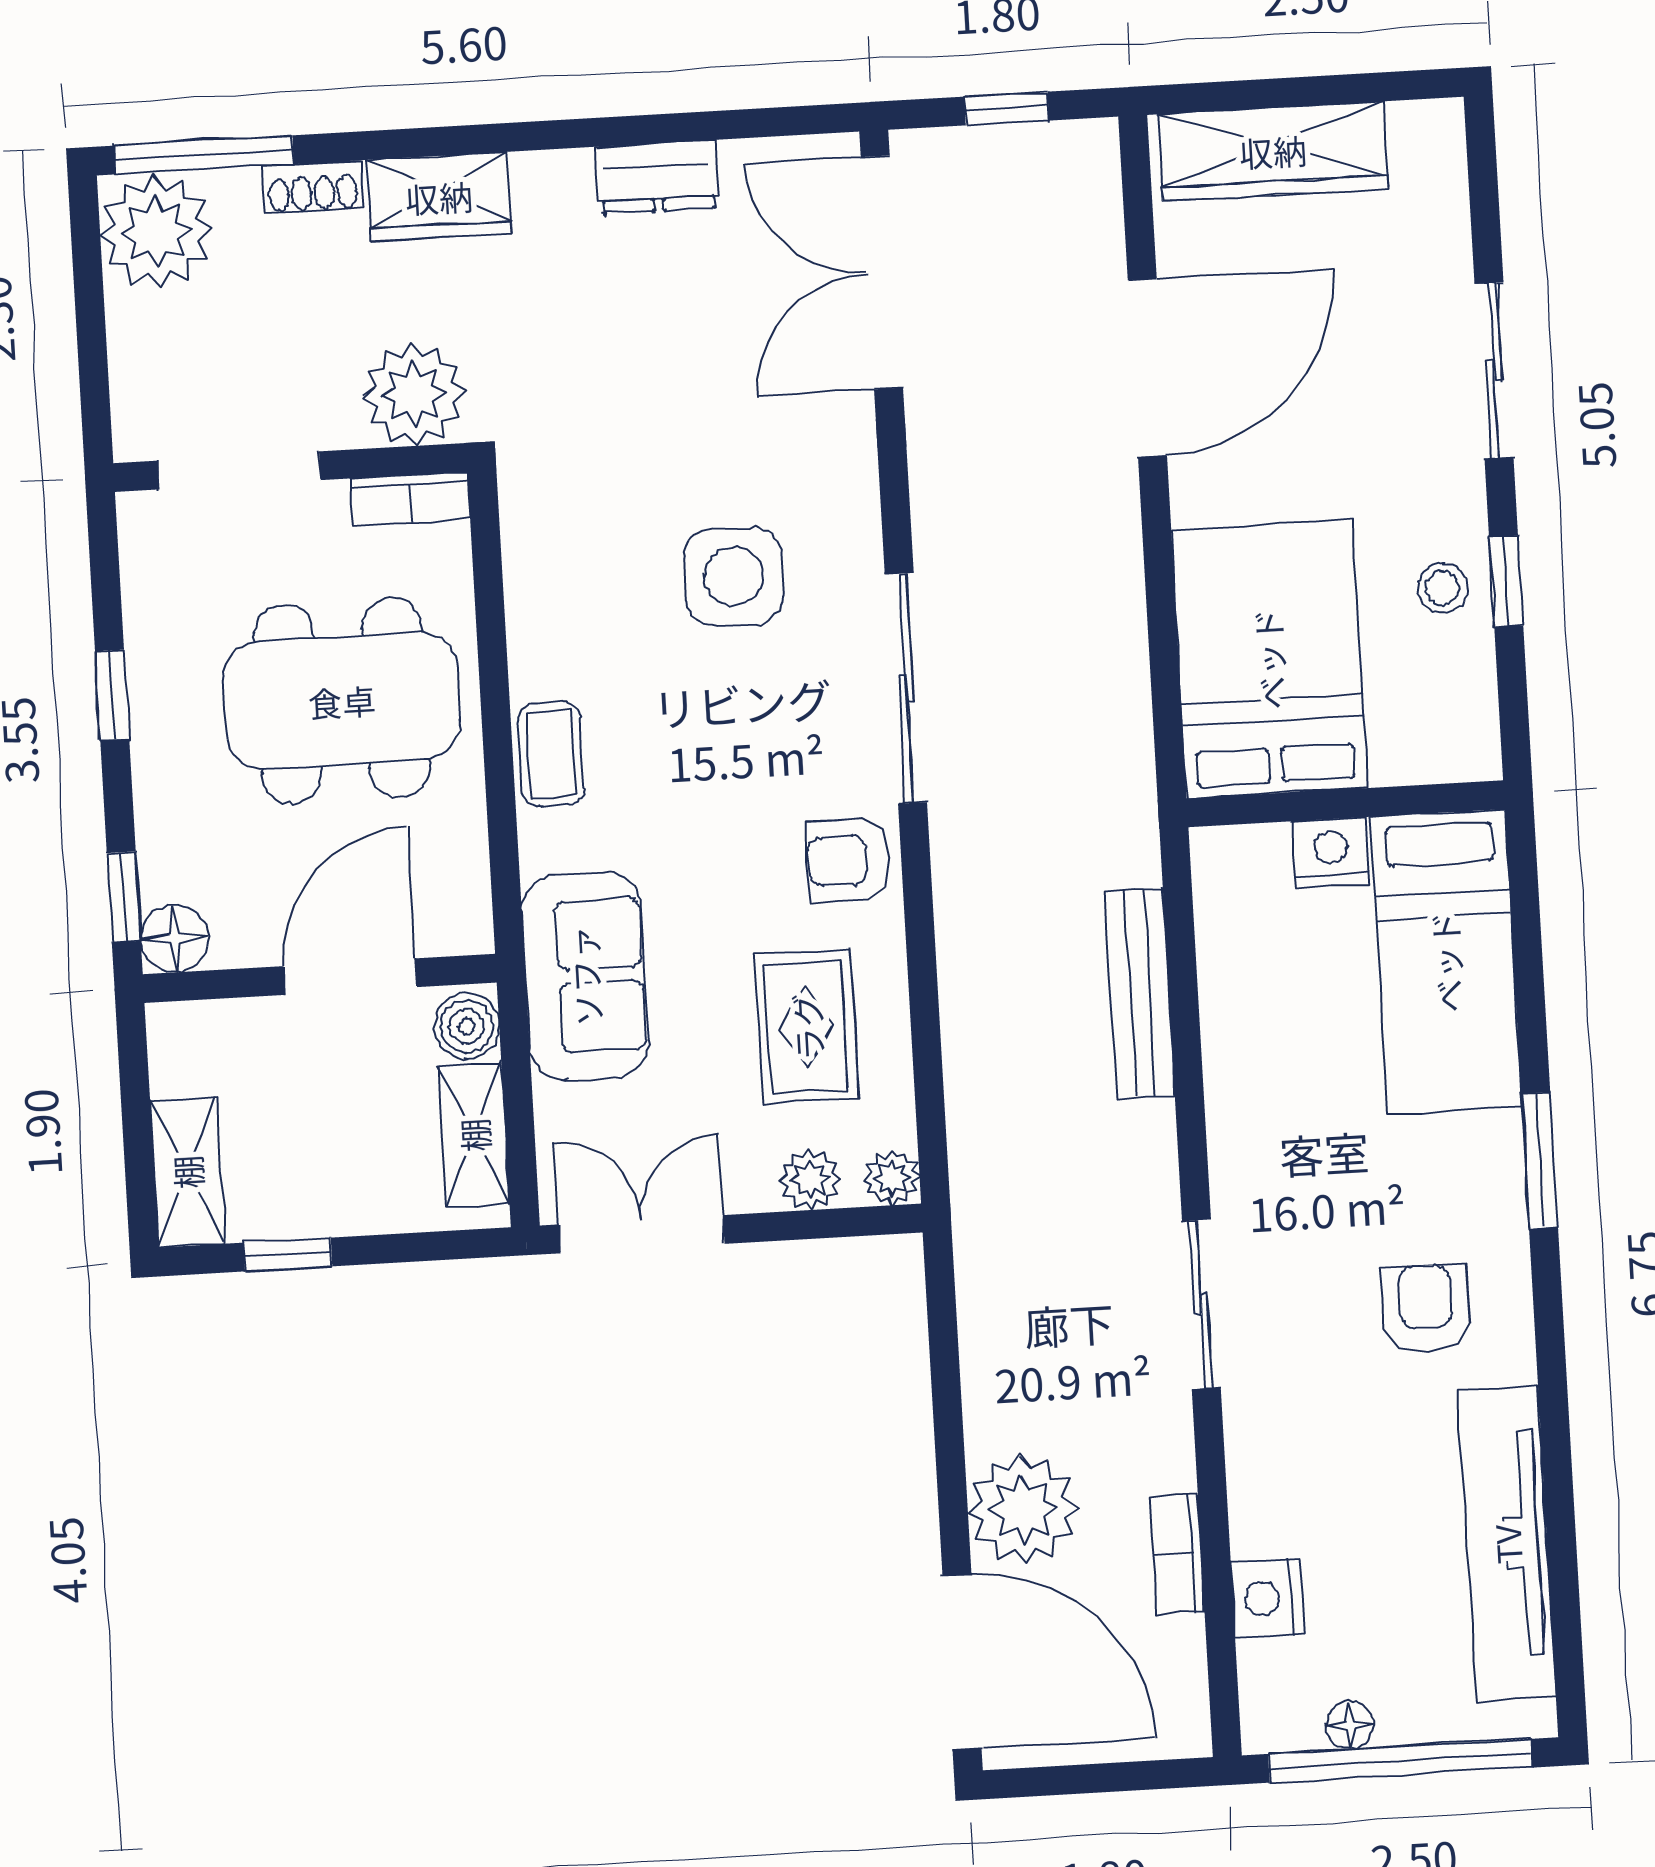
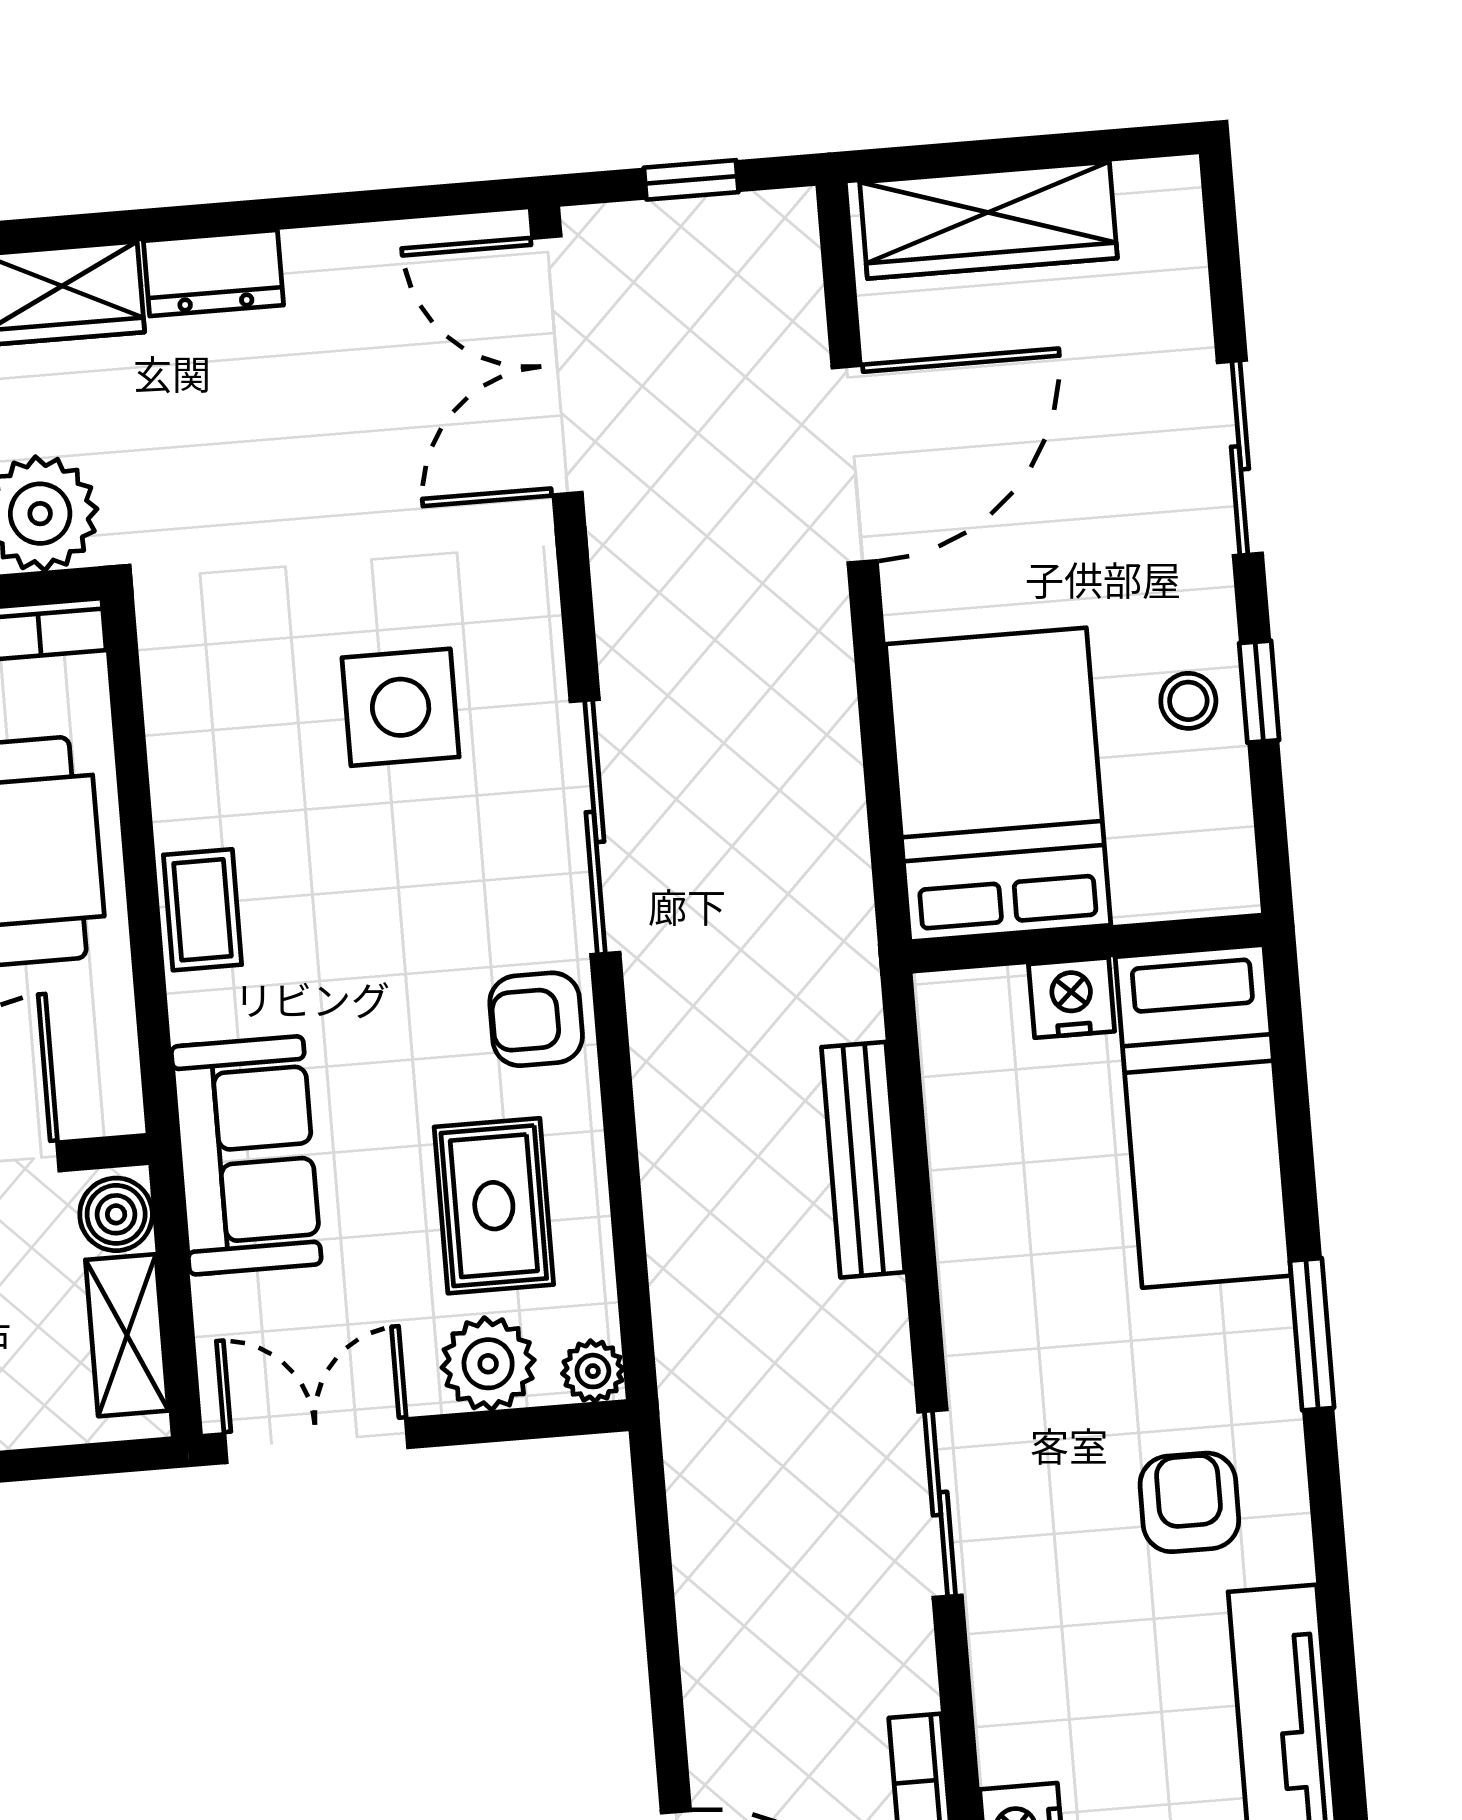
dresser: (657, 177) -> (213, 273), moved
plant: (810, 1180) -> (488, 1364), width x1.38, depth x1.38
plant: (1023, 1509) -> (747, 1736), removed

